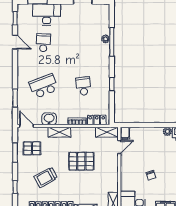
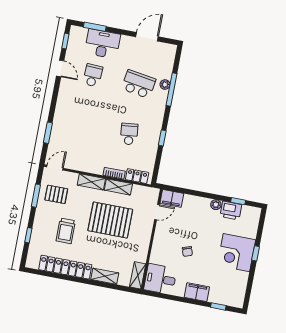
school desk: (43, 86) -> (139, 84), moved, turned 30
washbasin: (49, 119) -> (82, 164), removed
door: (27, 126) -> (55, 168), hinge flipped
shelving: (107, 132) -> (118, 187), moved
filing cabinet: (125, 133) -> (172, 198), width x2.00
pallet: (81, 161) -> (110, 220), width x1.37, depth x1.41
trolley: (46, 177) -> (66, 231), turned -61

